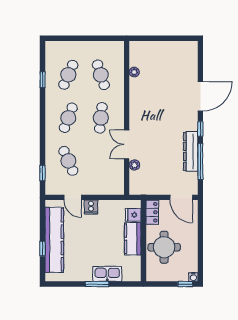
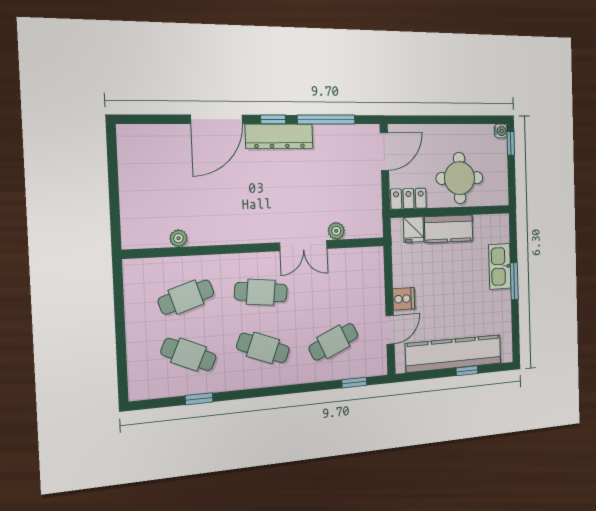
door: (200, 96) -> (217, 119), swing flipped
dresser: (191, 151) -> (279, 136), moved

